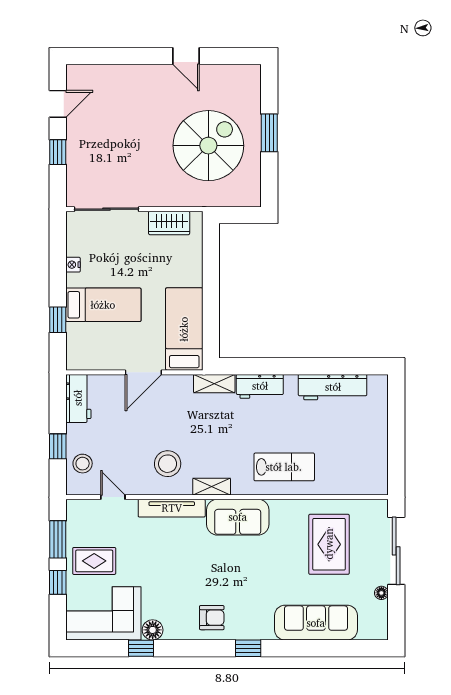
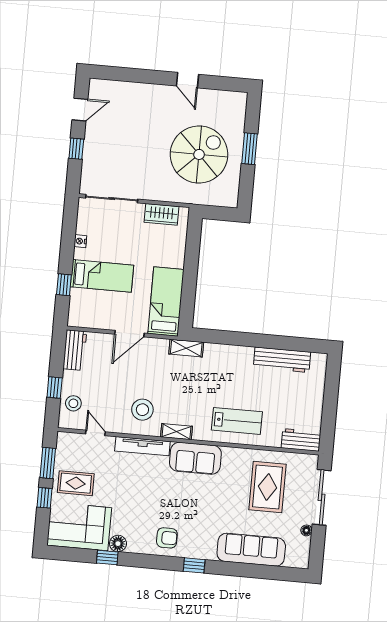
workbench: (260, 386) -> (301, 440), moved, turned 180

